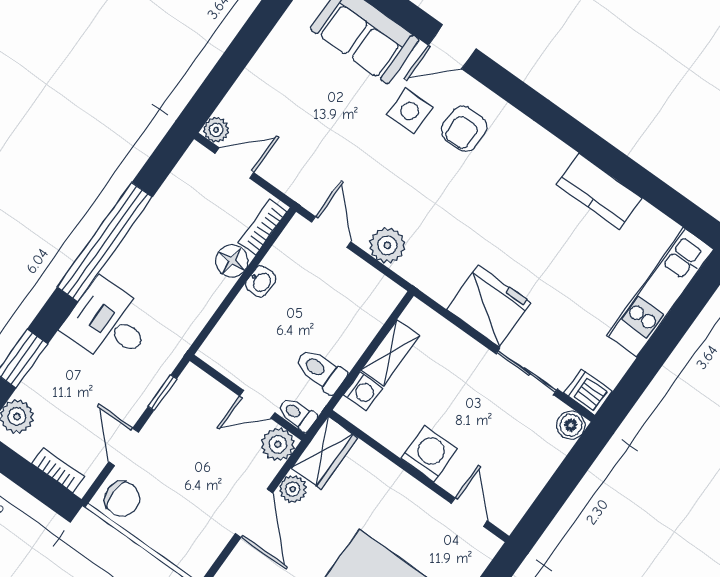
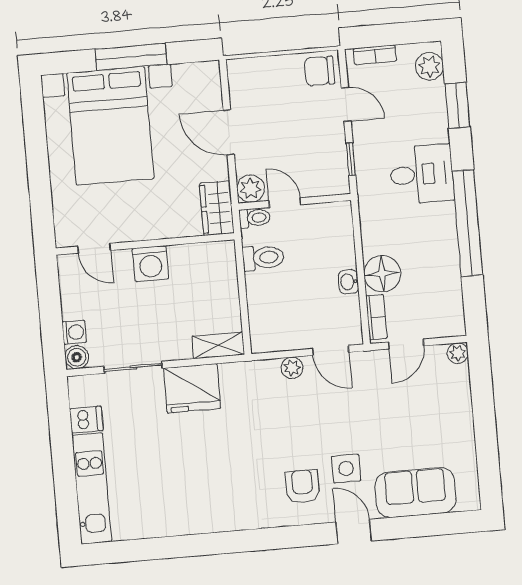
door: (452, 47) -> (354, 532), hinge flipped
door: (234, 163) -> (406, 344), moved
kitchen counter: (599, 191) -> (184, 519), removed
plant: (387, 245) -> (292, 368), width x0.73, depth x0.73
floor lamp: (232, 261) -> (382, 274), width x1.38, depth x1.38
shelving: (390, 353) -> (218, 345), moved, turned 90
washing machine: (363, 391) -> (74, 332), moved, turned 180
dishwasher: (588, 392) -> (86, 420), moved
door: (257, 404) -> (285, 203), hinge flipped
plant: (293, 489) -> (217, 168), removed

